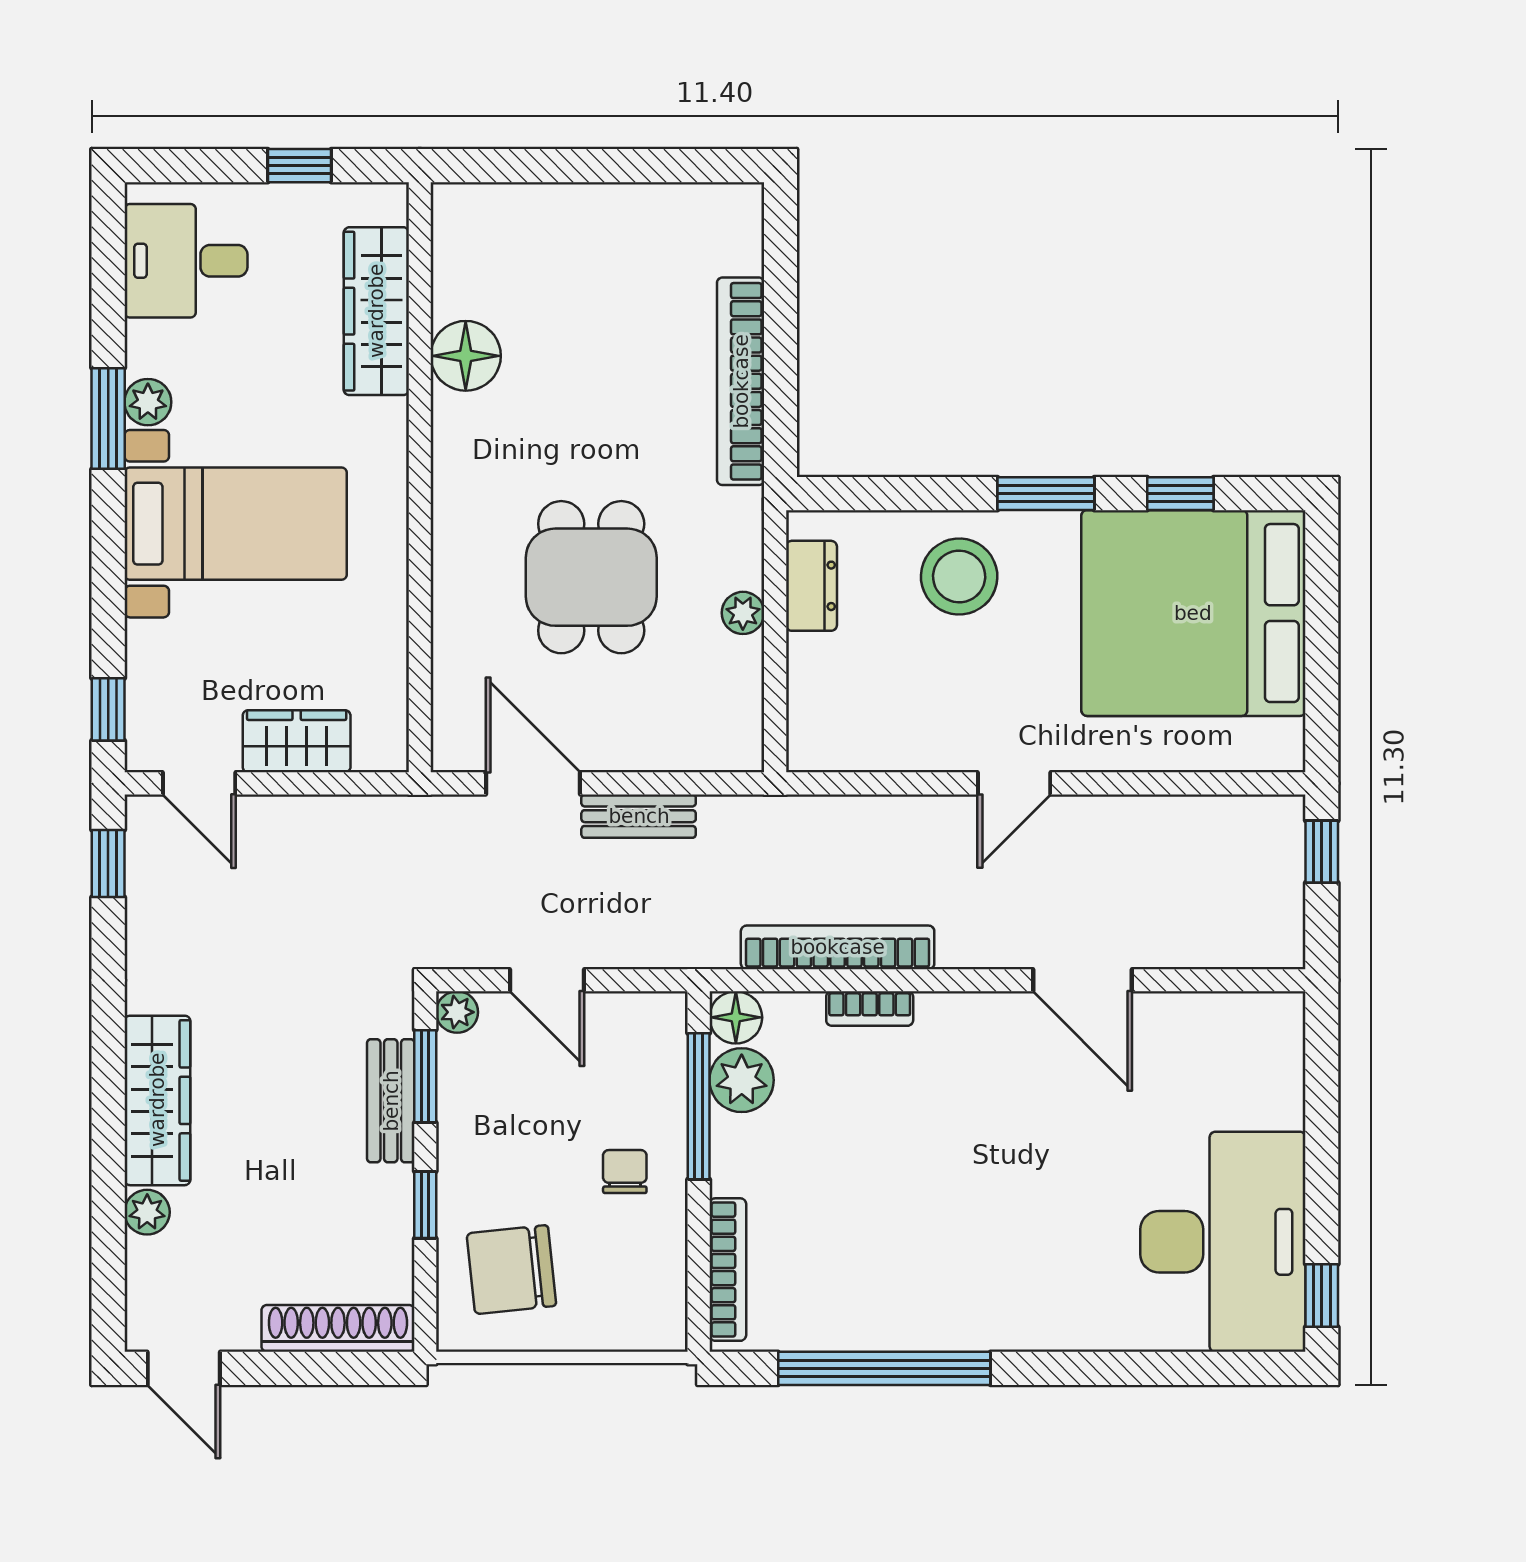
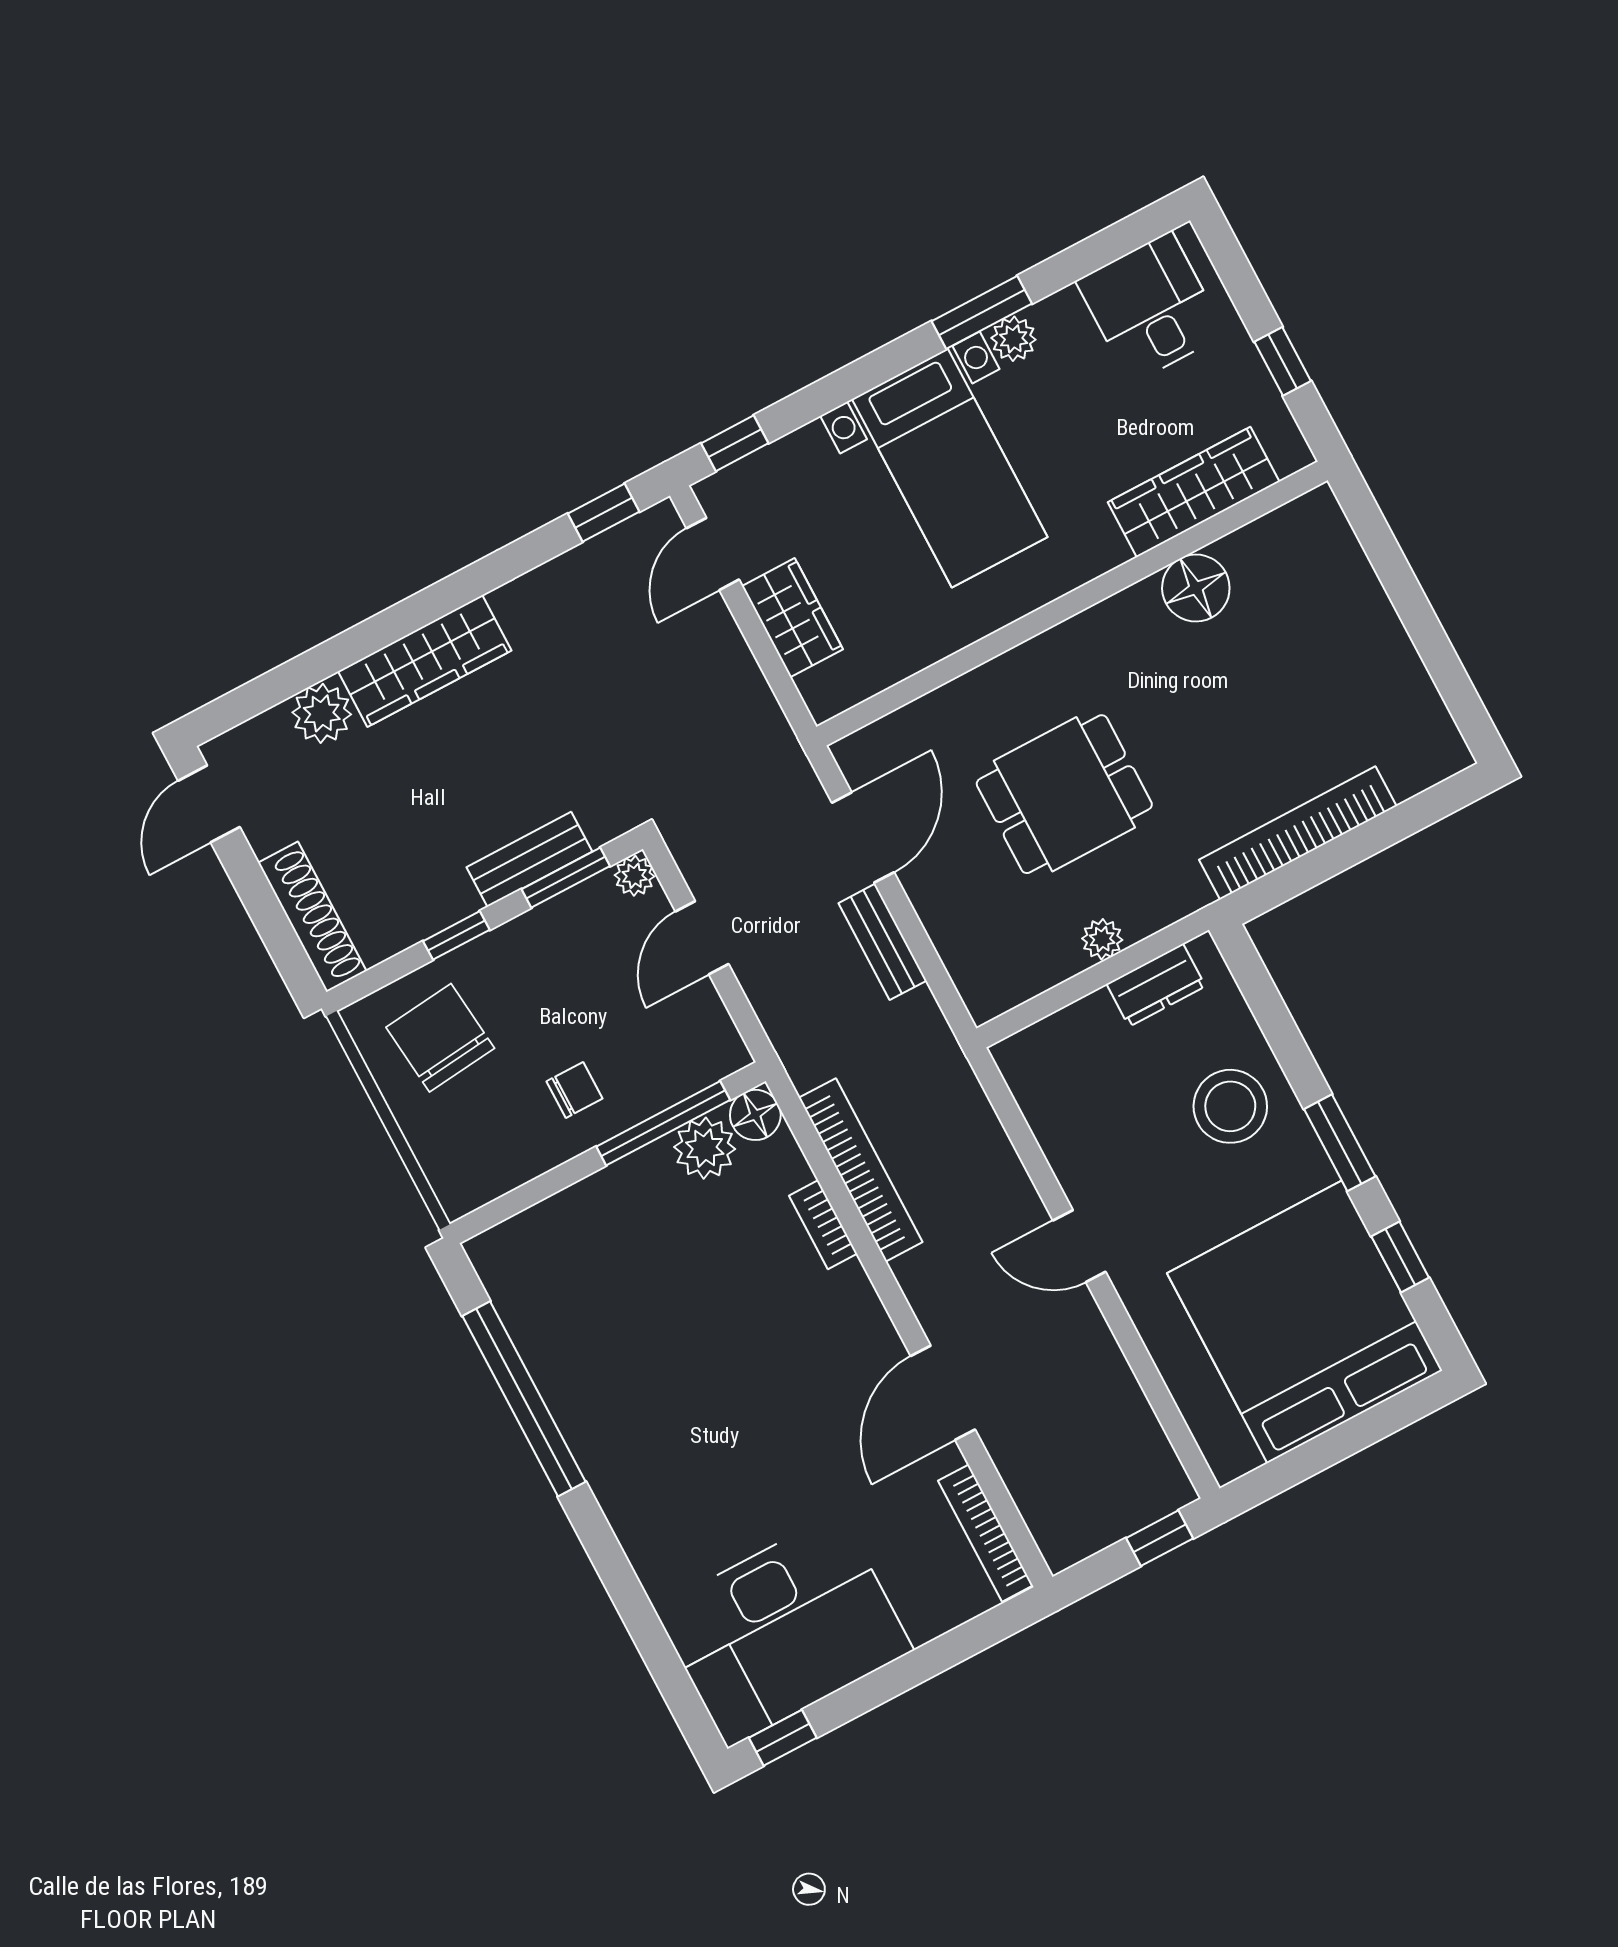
plant: (147, 1212) -> (322, 713), width x1.38, depth x1.38
bookcase: (728, 1270) -> (985, 1533), moved, turned 90

